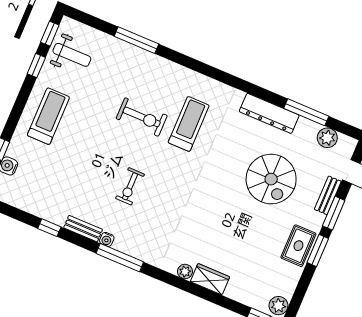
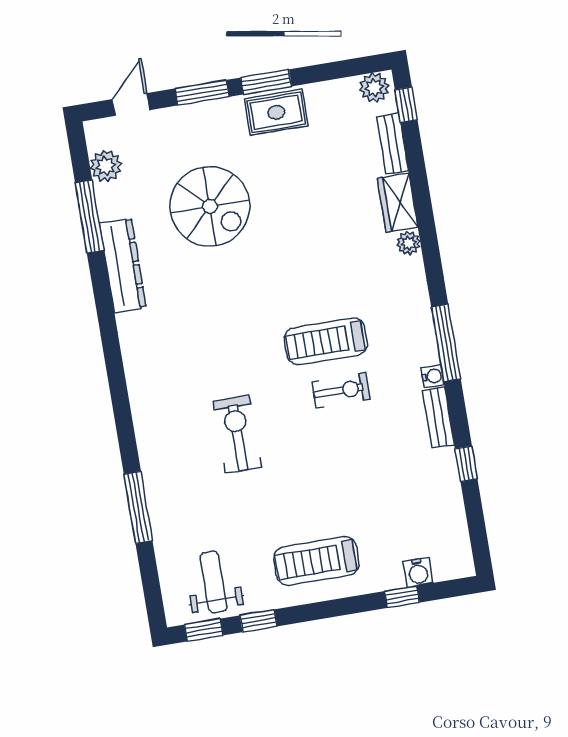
treadmill: (189, 124) -> (326, 341), moved
spiral stairs: (271, 179) -> (210, 206), turned 90
bench: (328, 195) -> (393, 144), moved, turned 90

